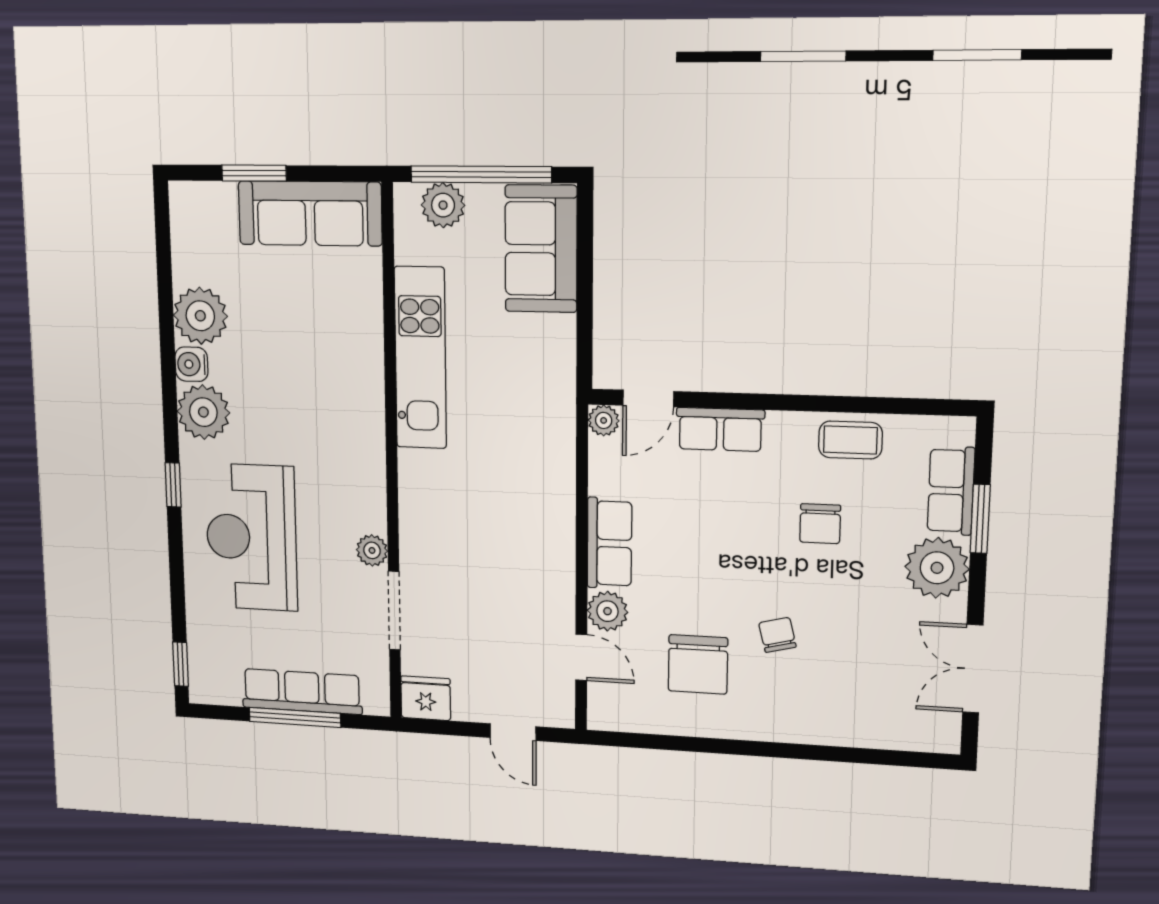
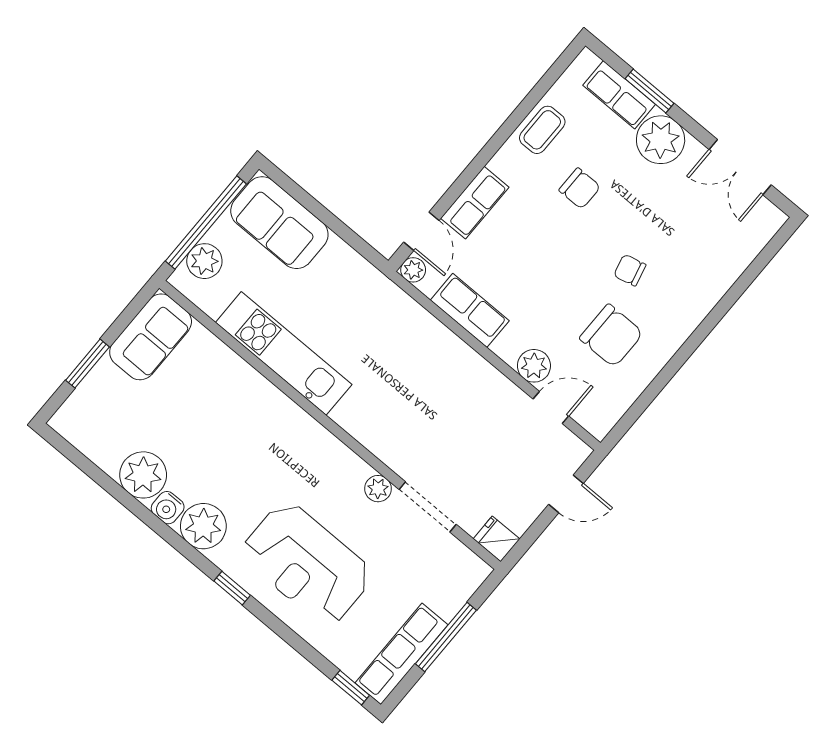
sofa: (310, 213) -> (151, 337), width x0.73
row of seats: (609, 543) -> (470, 310), moved
row of seats: (302, 691) -> (401, 654), moved
fridge: (426, 698) -> (497, 539), width x0.72

